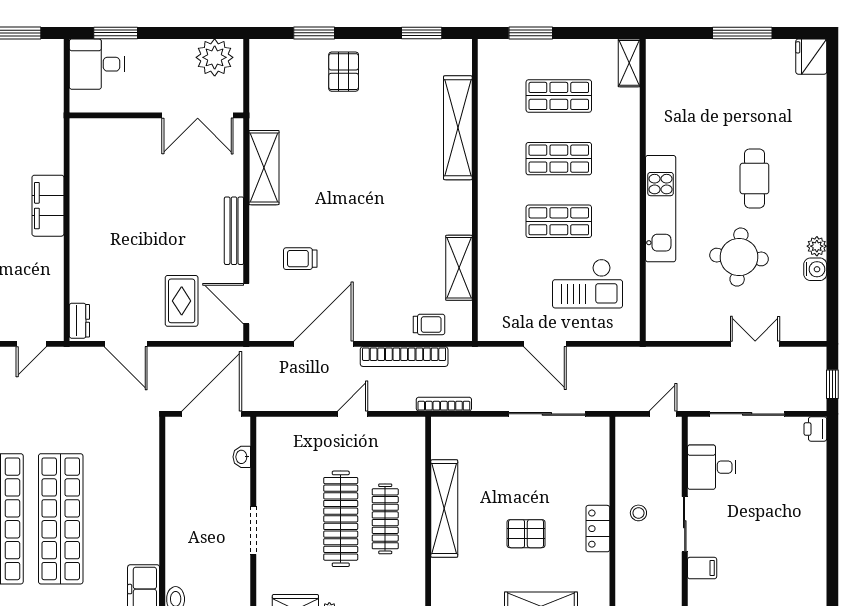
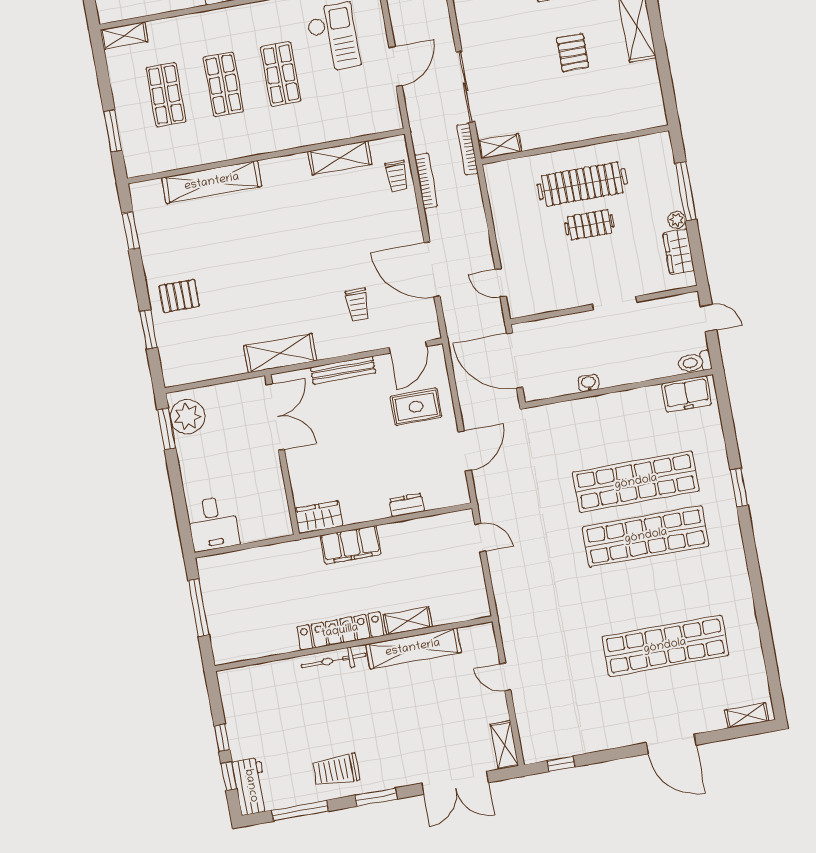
window: (116, 33) -> (166, 429), moved
wall: (156, 115) -> (282, 455), moved
double door: (198, 115) -> (275, 417), moved
wardrobe: (83, 177) -> (319, 517), added
dresser: (79, 321) -> (407, 505), moved
trolley: (429, 324) -> (397, 176), turned 180
bookcase: (404, 357) -> (426, 181), width x0.68, depth x0.76
door: (353, 414) -> (501, 283), moved
sliding door: (547, 414) -> (465, 87), moved
washbasin: (242, 457) -> (588, 383), moved, turned 180
shelving: (444, 509) -> (500, 146), moved, width x0.45, depth x0.75
clothes rail: (341, 519) -> (590, 225), width x0.54, depth x0.76
clothes rail: (385, 519) -> (582, 184), width x1.37, depth x1.31

